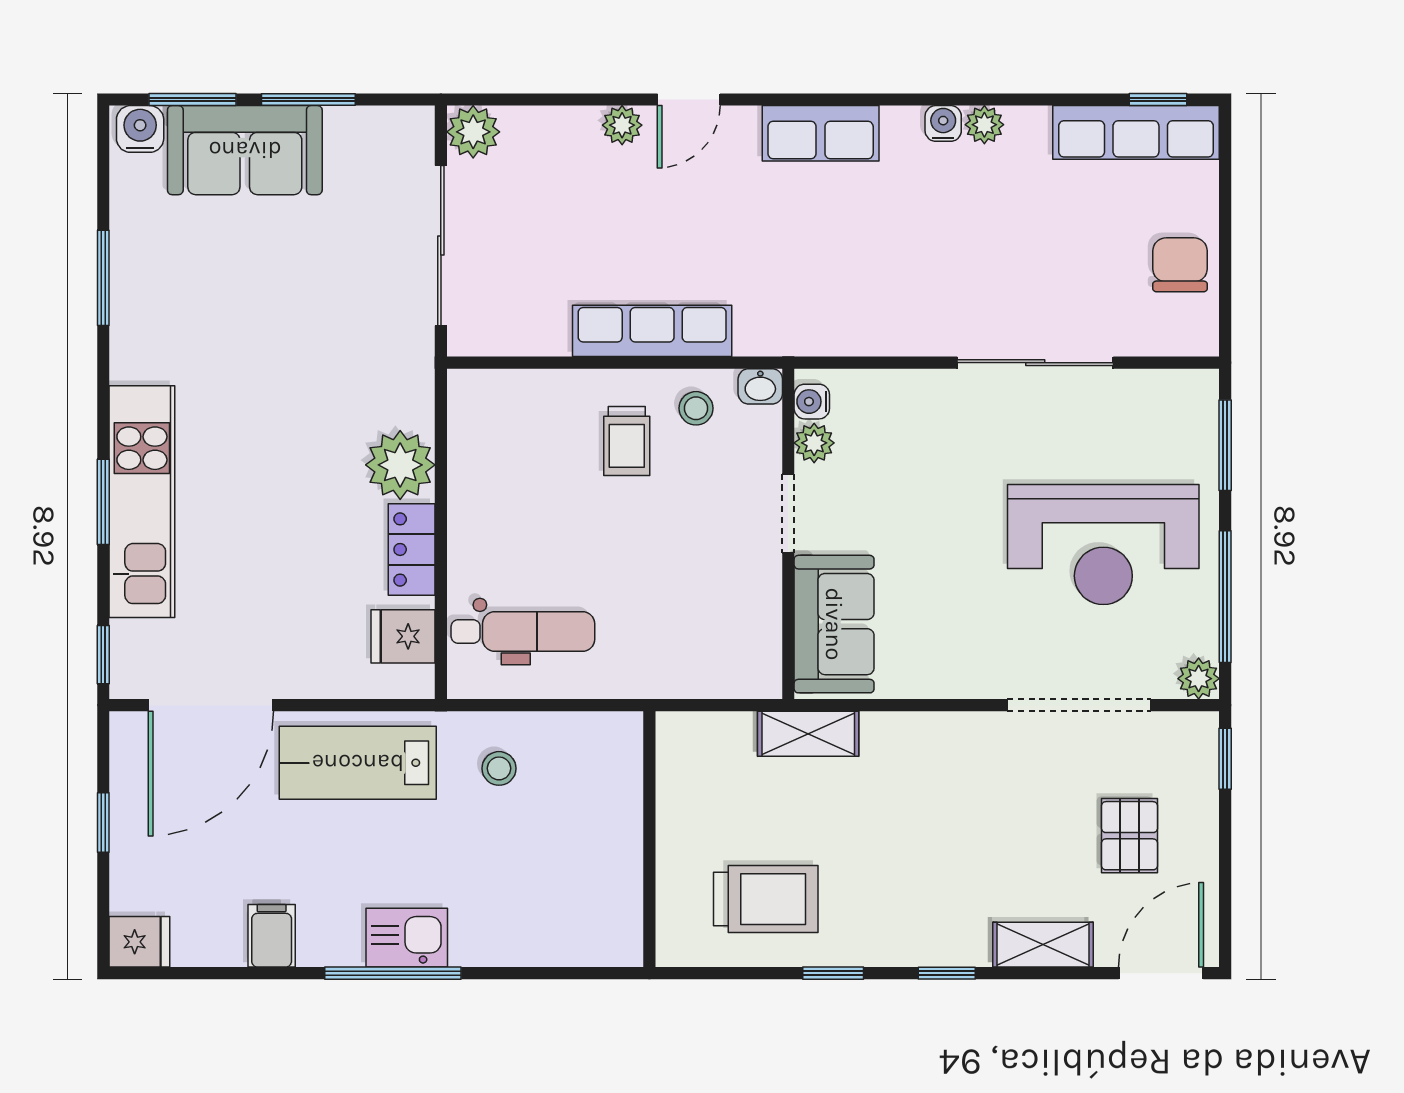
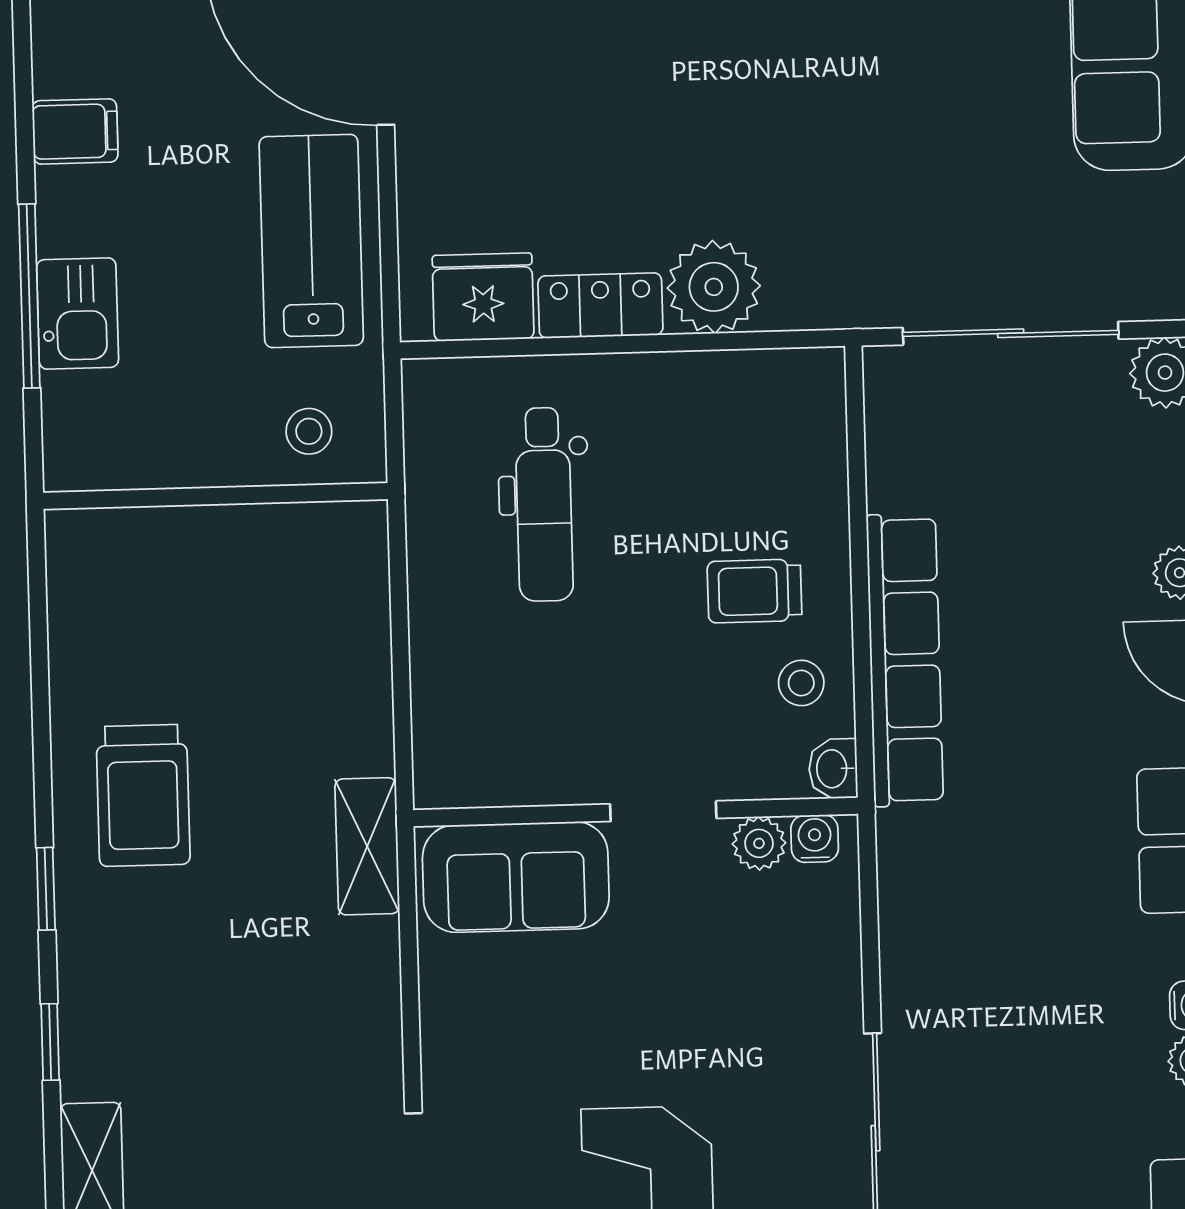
row of seats: (652, 331) -> (905, 660), width x1.36
dental chair: (523, 632) -> (544, 504), moved
fridge: (403, 636) -> (483, 297), width x1.38
wall: (649, 839) -> (215, 496), moved

